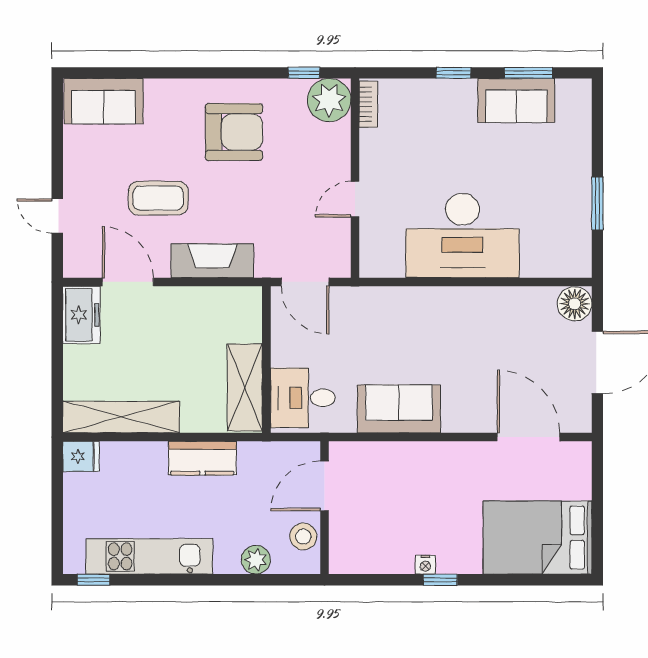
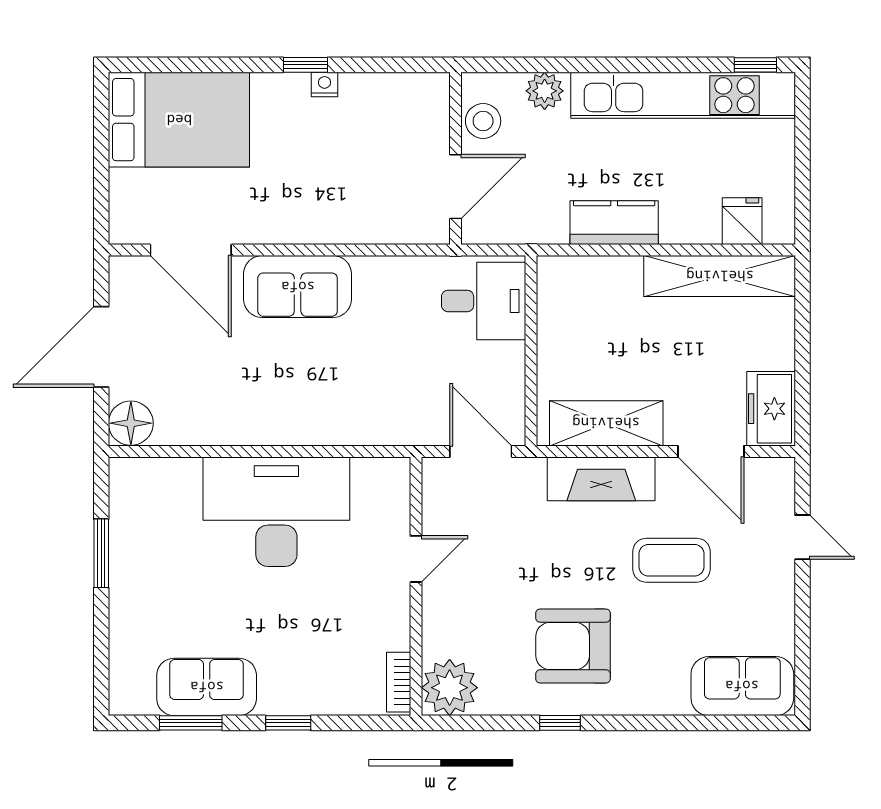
window: (304, 73) -> (560, 723), moved
shelving: (245, 388) -> (606, 423), moved, turned 90
sofa: (399, 409) -> (298, 287), moved
fridge: (81, 456) -> (742, 221), moved, turned 90
kitchen unit: (149, 556) -> (683, 95), width x1.36

